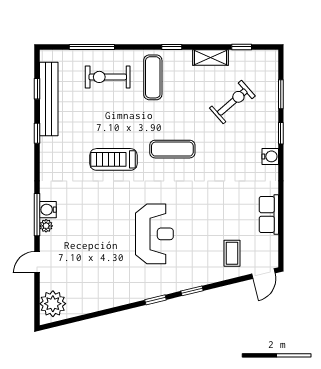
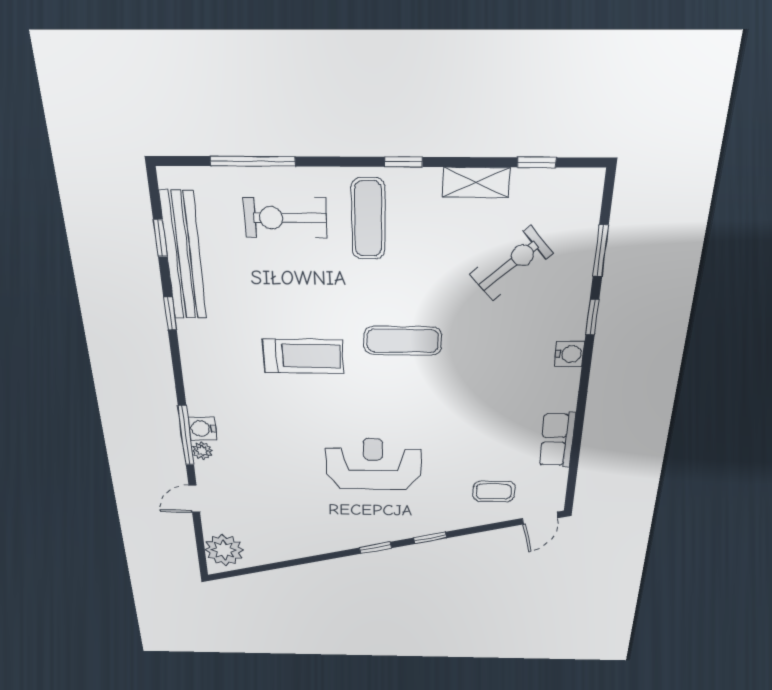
treadmill: (114, 159) -> (303, 356), turned 180
reception desk: (154, 234) -> (373, 464), turned -90
coffee table: (232, 253) -> (494, 491), turned 90

